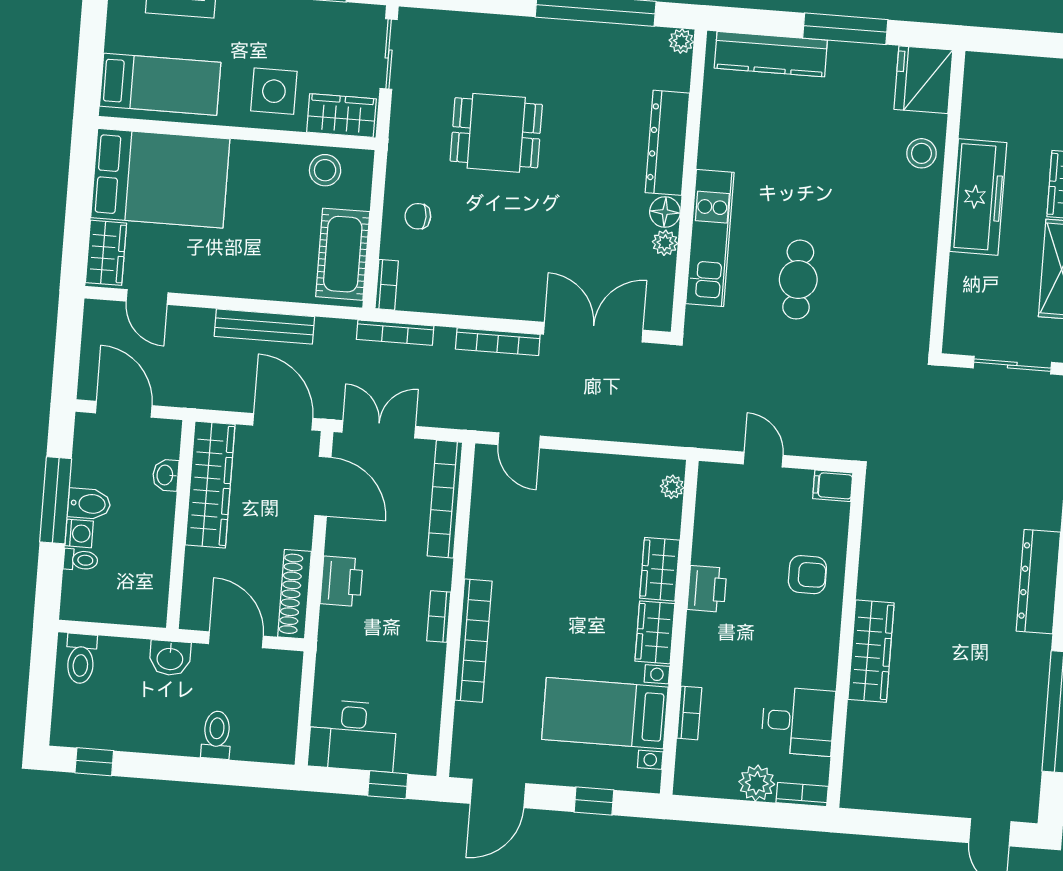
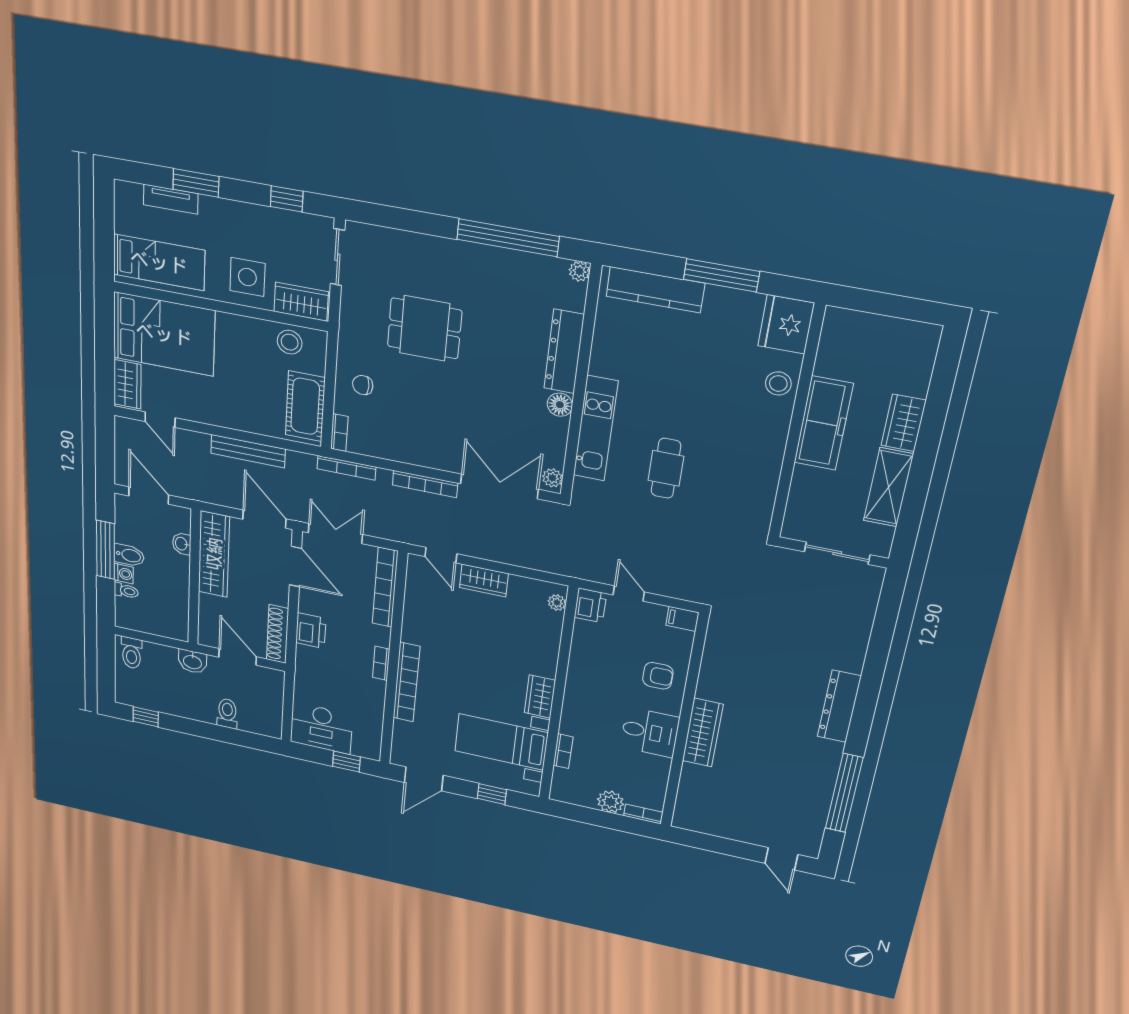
plant: (665, 243) -> (552, 478), moved
wardrobe: (660, 569) -> (484, 580), moved, turned -90
printer: (707, 589) -> (590, 605), moved
desk: (798, 721) -> (650, 732), moved

